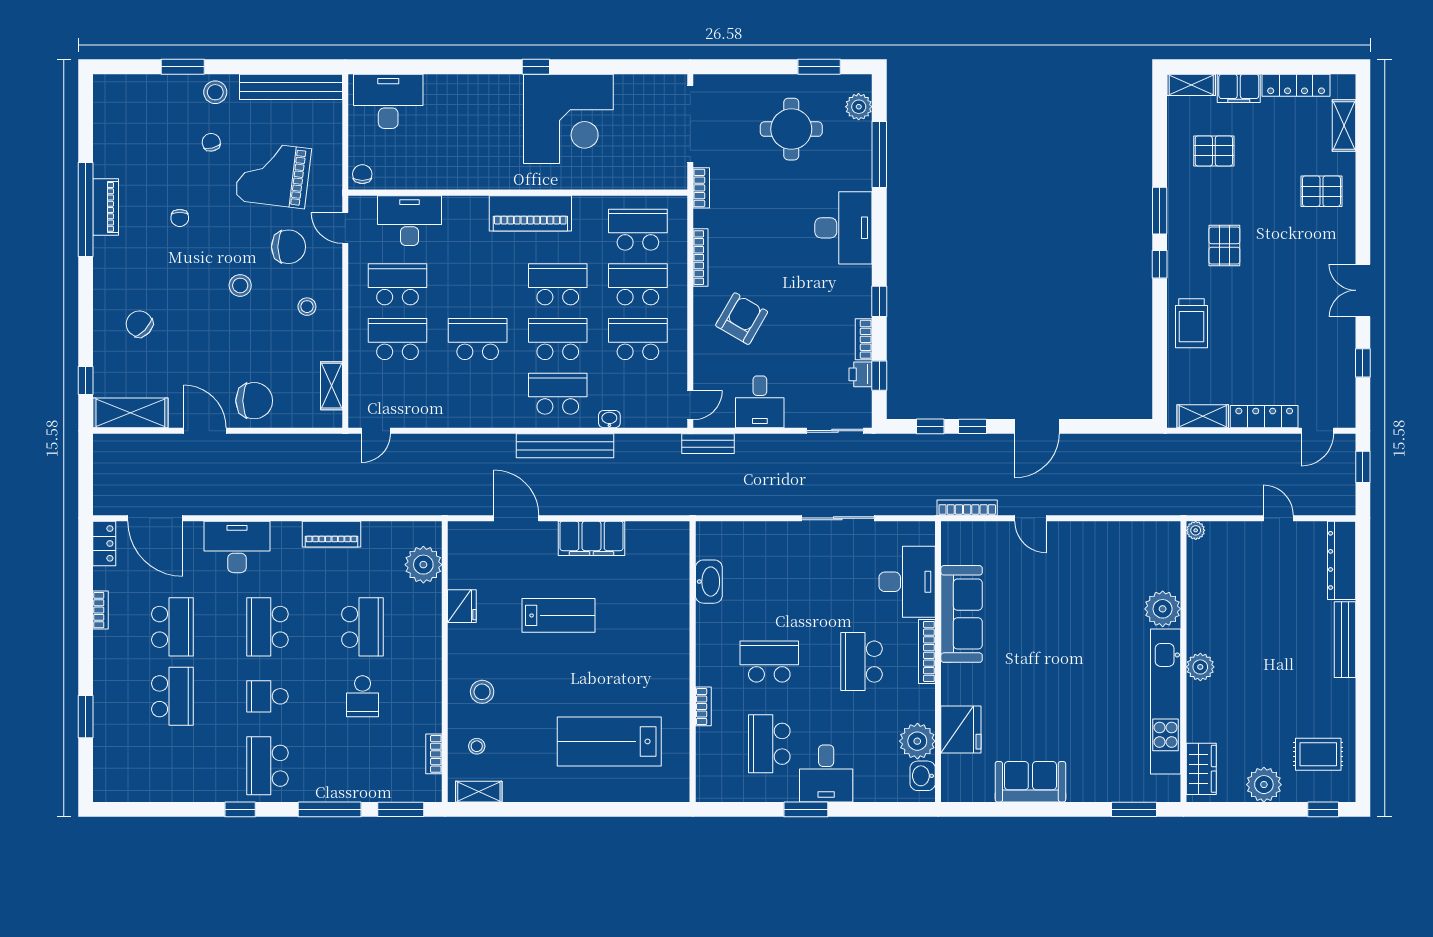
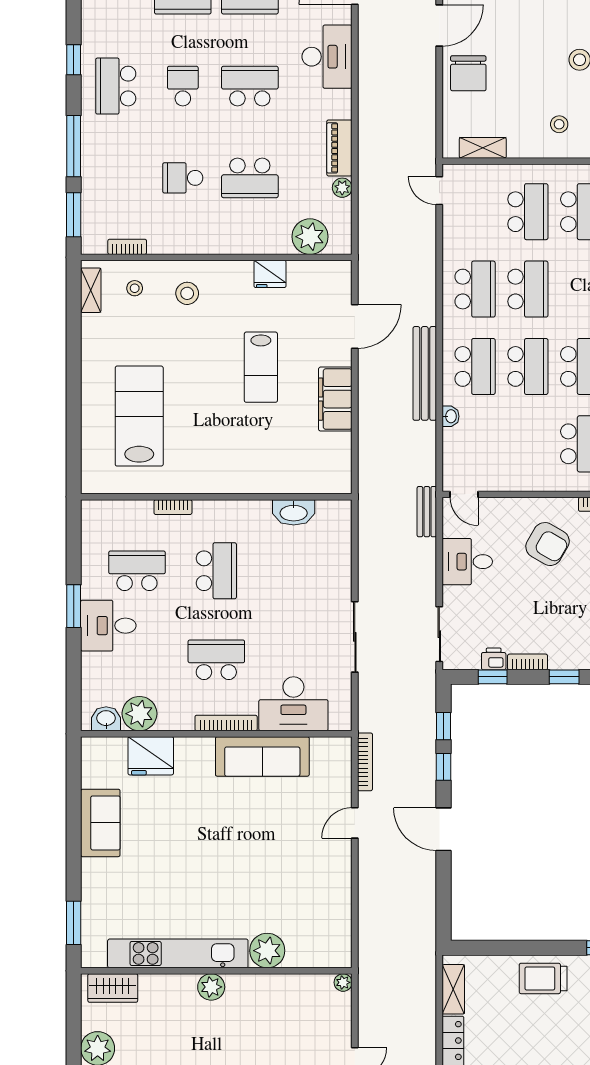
school desk: (638, 339) -> (475, 289), moved
plant: (373, 531) -> (342, 188), added
school desk: (267, 766) -> (116, 86), turned -90

